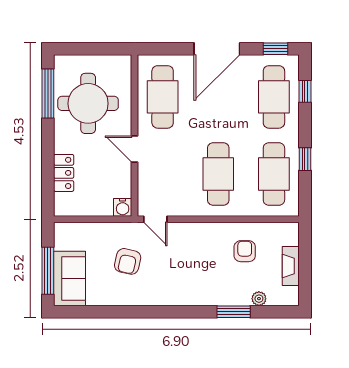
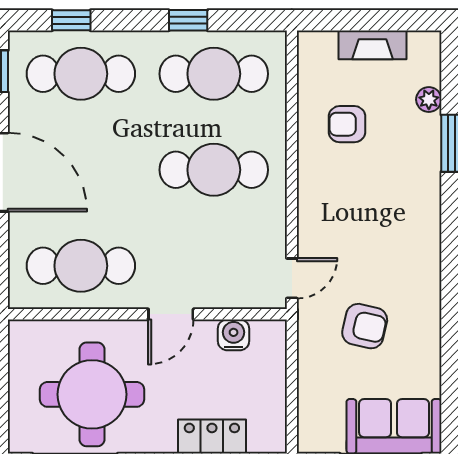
water cooler: (123, 207) -> (234, 335), moved, turned -90

